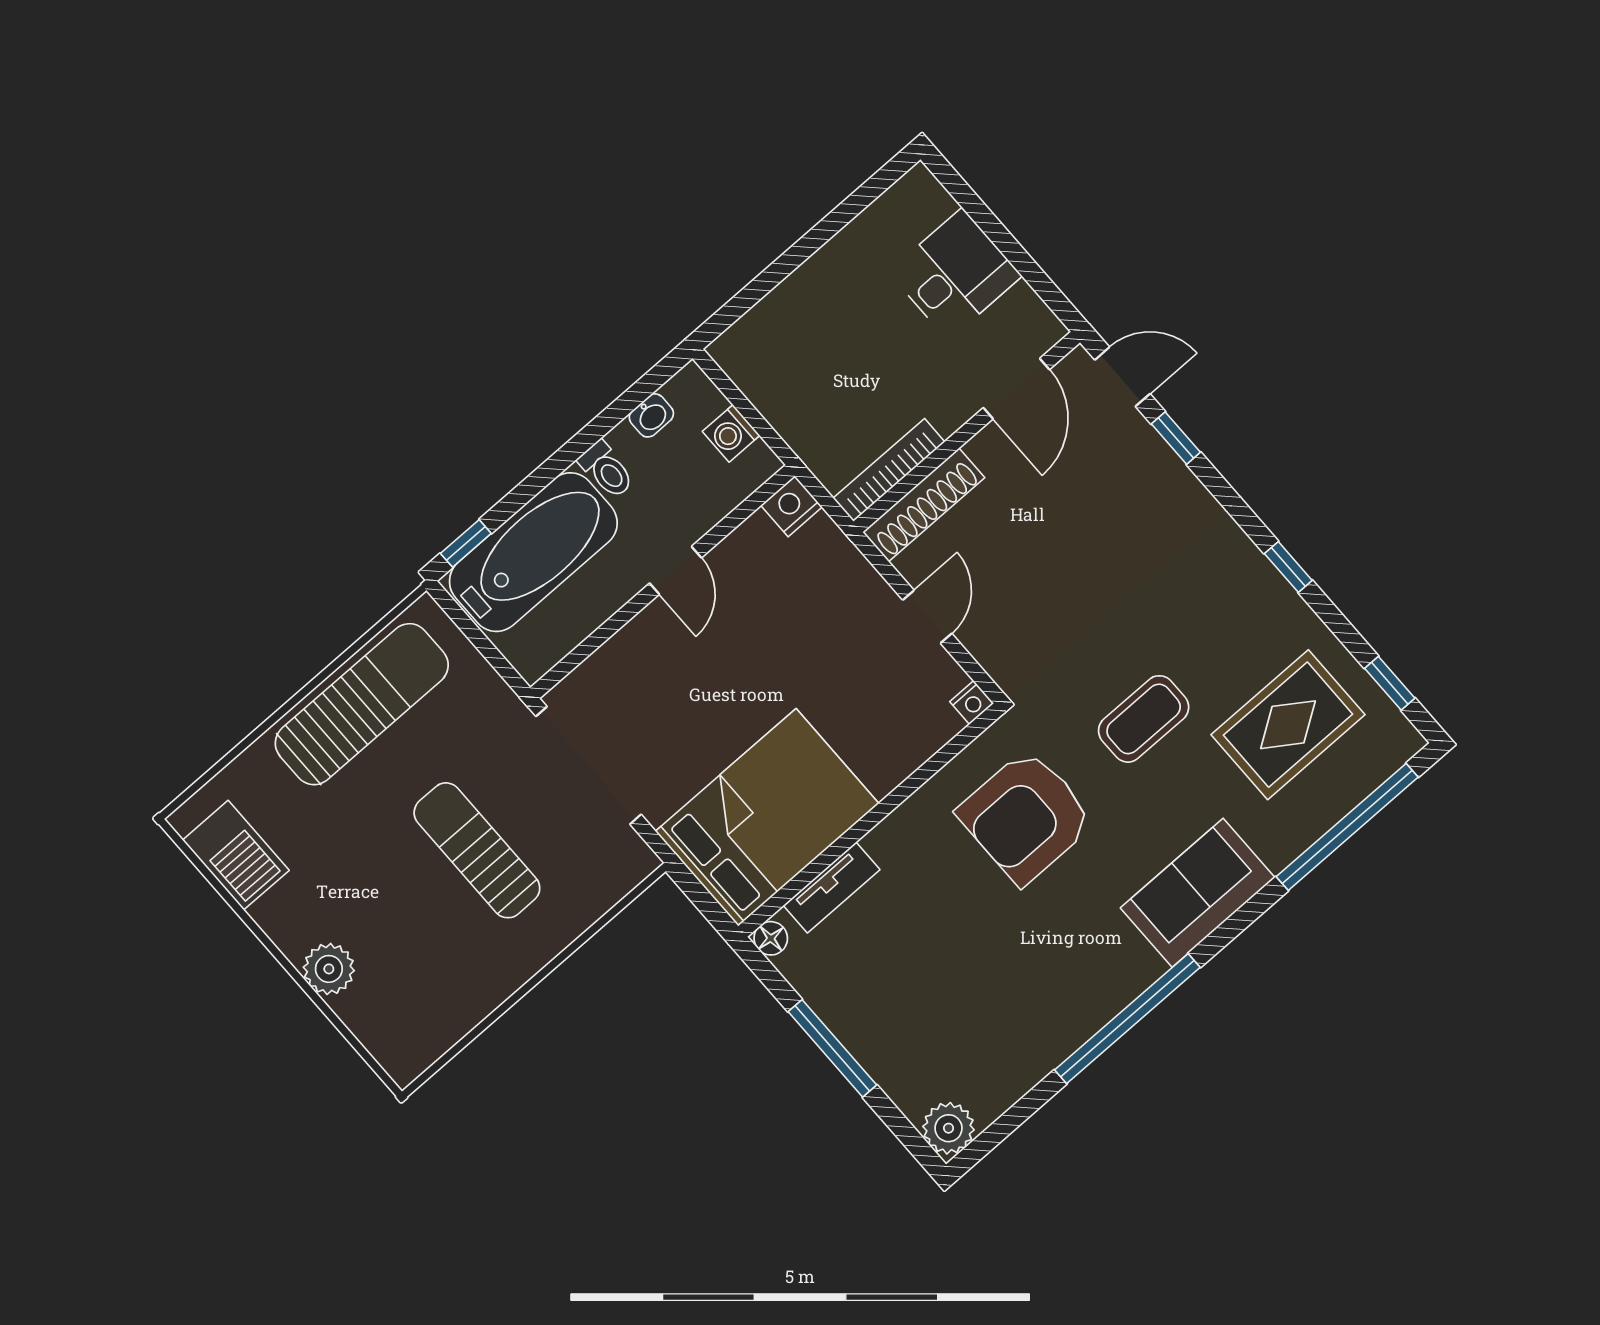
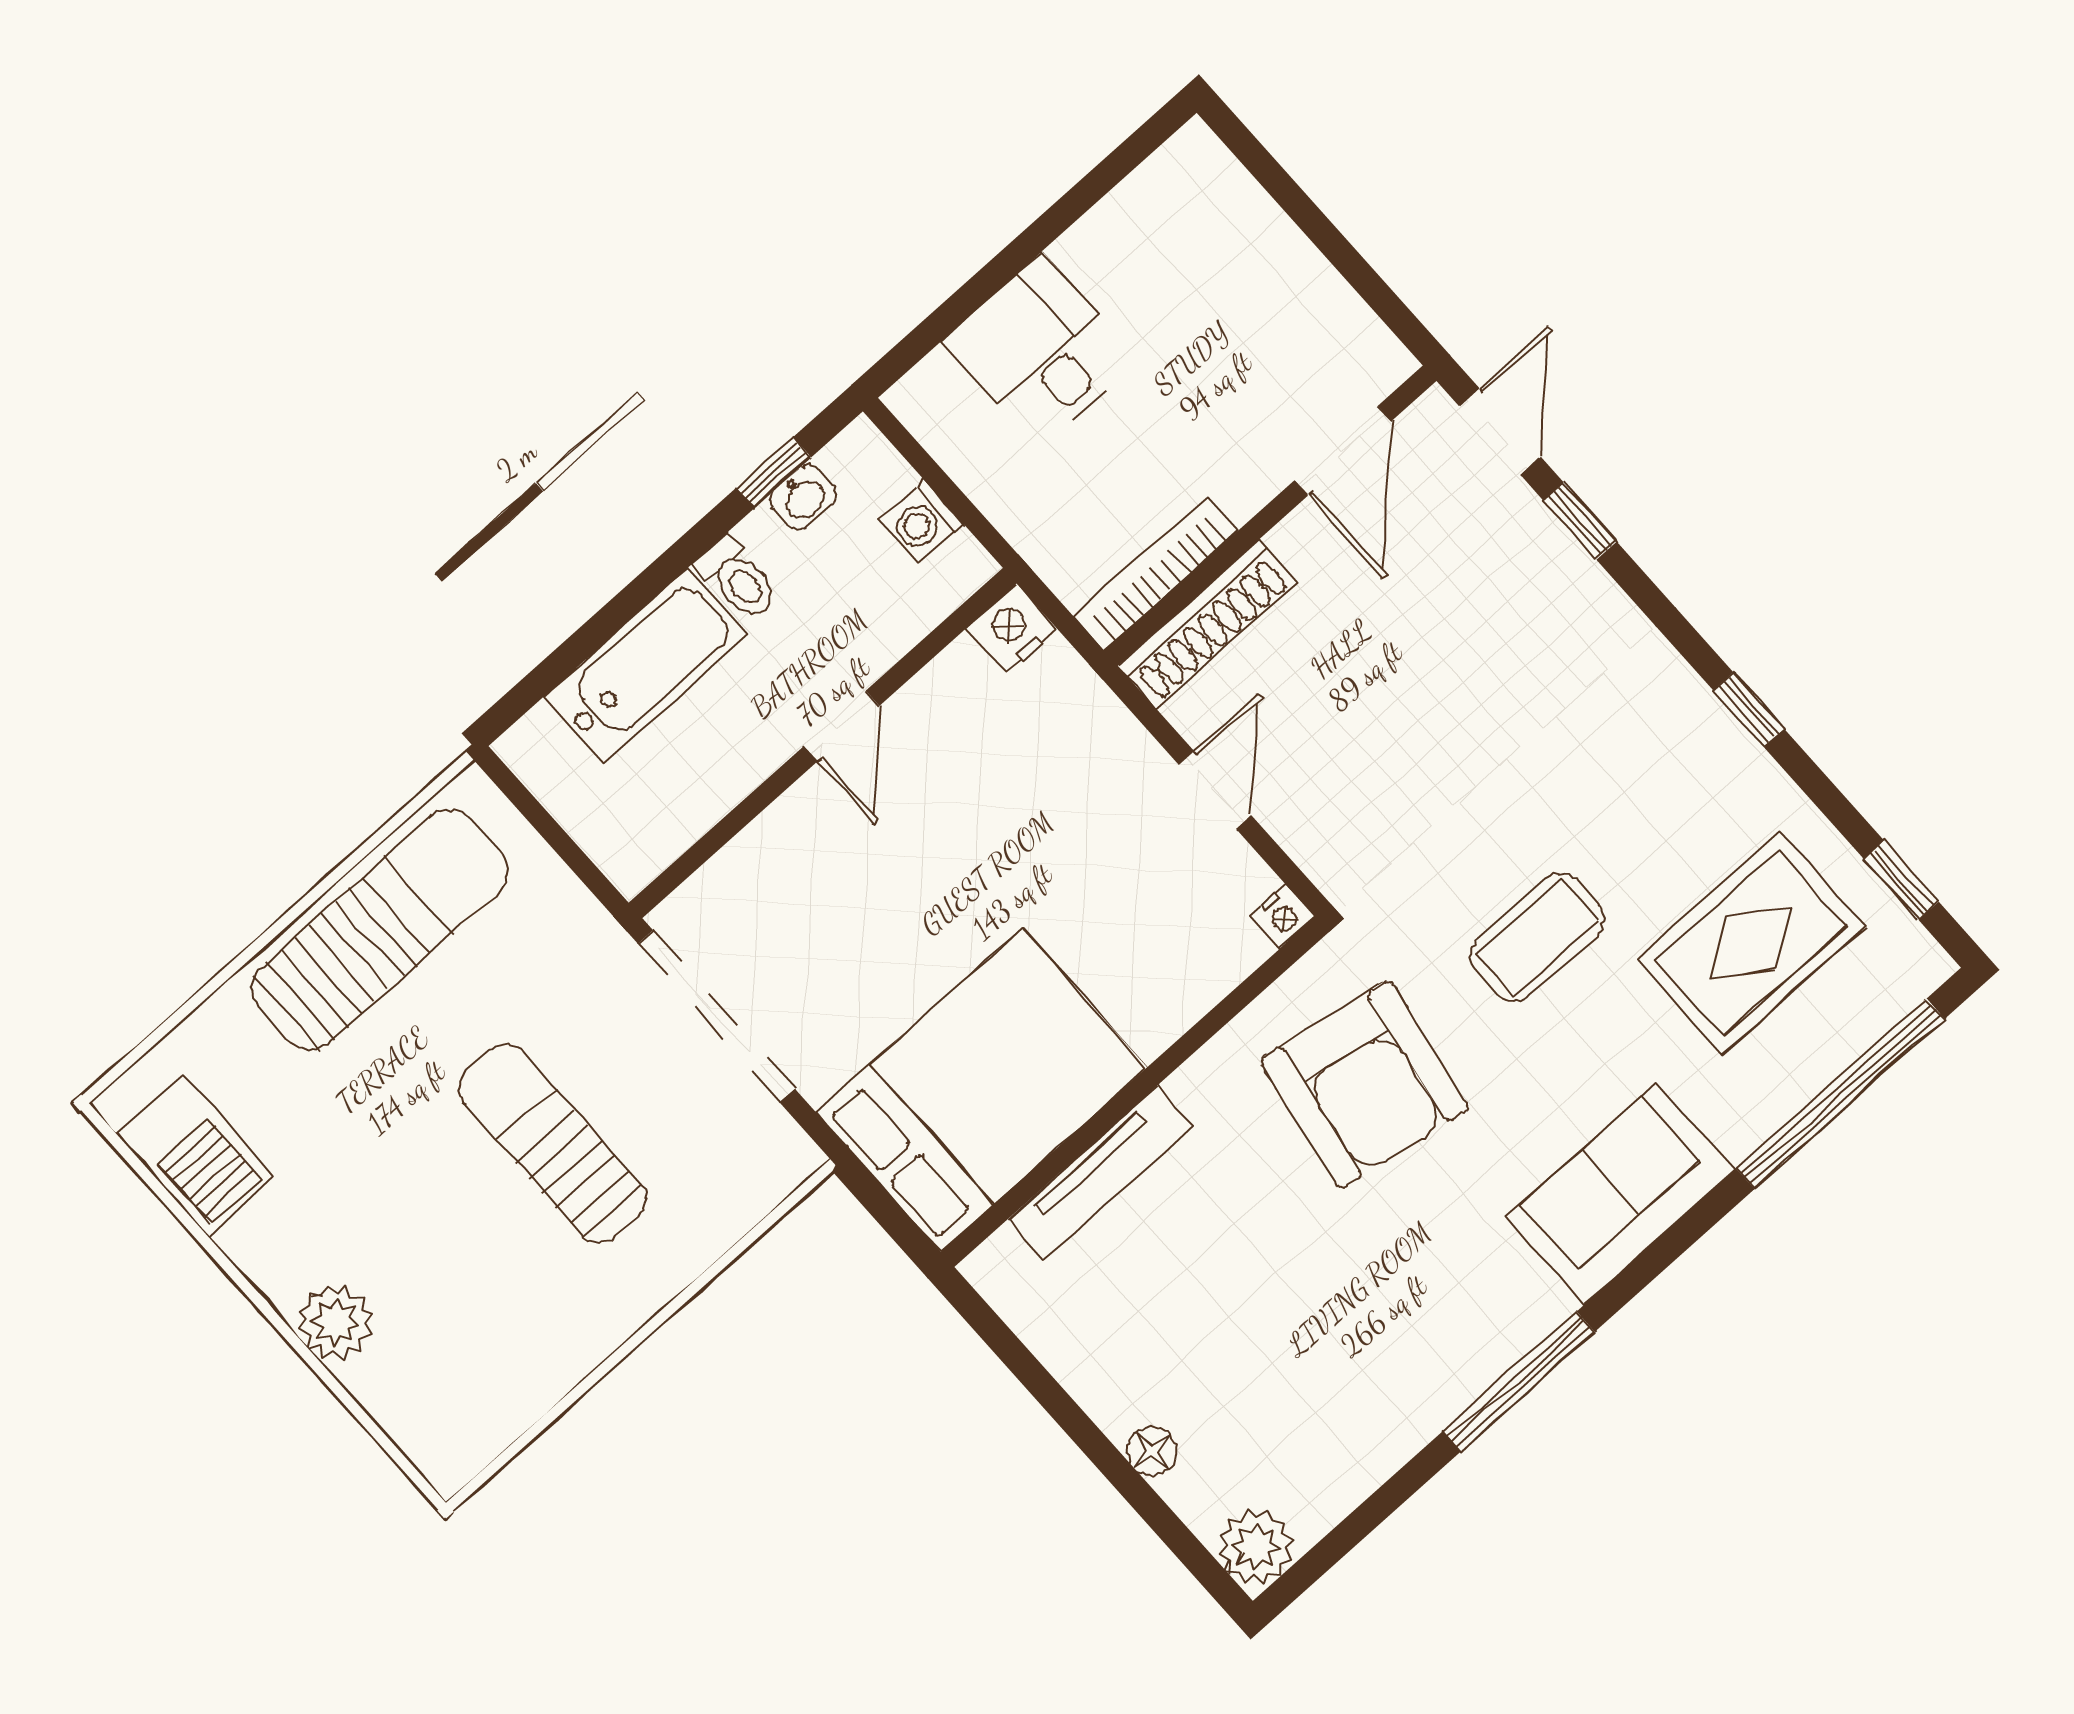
desk: (955, 274) -> (1040, 351), moved, turned -90
door: (1122, 377) -> (1500, 431), hinge flipped
window: (466, 543) -> (774, 473), moved
bathtub: (533, 552) -> (646, 666), width x0.73, depth x0.73
armchair: (1026, 817) -> (1365, 1084), turned -80
tv unit: (832, 887) -> (1100, 1173), width x1.41
floor lamp: (771, 938) -> (1152, 1451), moved
window: (1127, 1019) -> (1519, 1381), width x0.68
window: (832, 1048) -> (1082, 1431), removed

